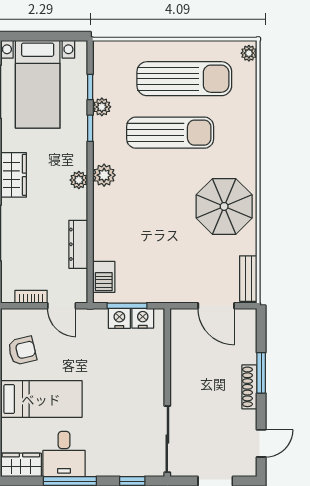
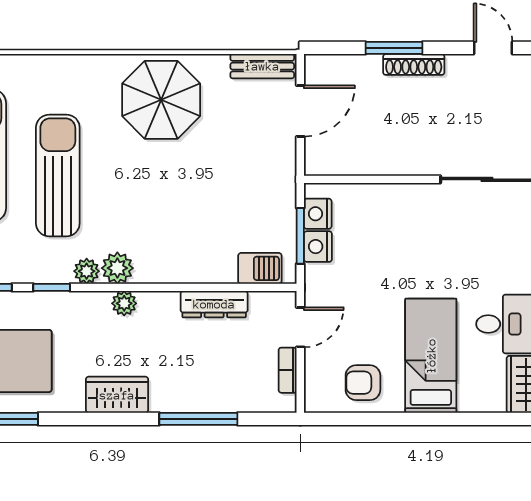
plant: (102, 107) -> (87, 271), moved
armchair: (22, 351) -> (363, 383), turned -77

